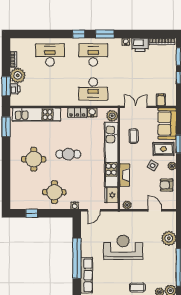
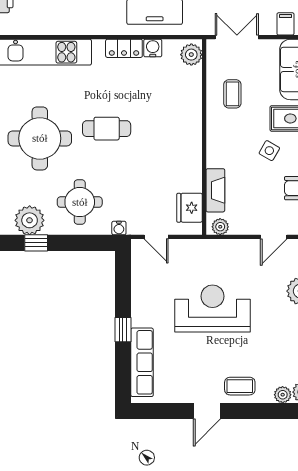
kitchen unit: (111, 154) -> (189, 129), removed
round table: (34, 159) -> (40, 138), width x1.36, depth x1.36
fireplace: (125, 175) -> (215, 190), moved
plant: (28, 202) -> (30, 220), added
door: (94, 210) -> (156, 237), hinge flipped
door: (155, 210) -> (274, 237), swing flipped
window: (77, 258) -> (123, 330), width x0.32

